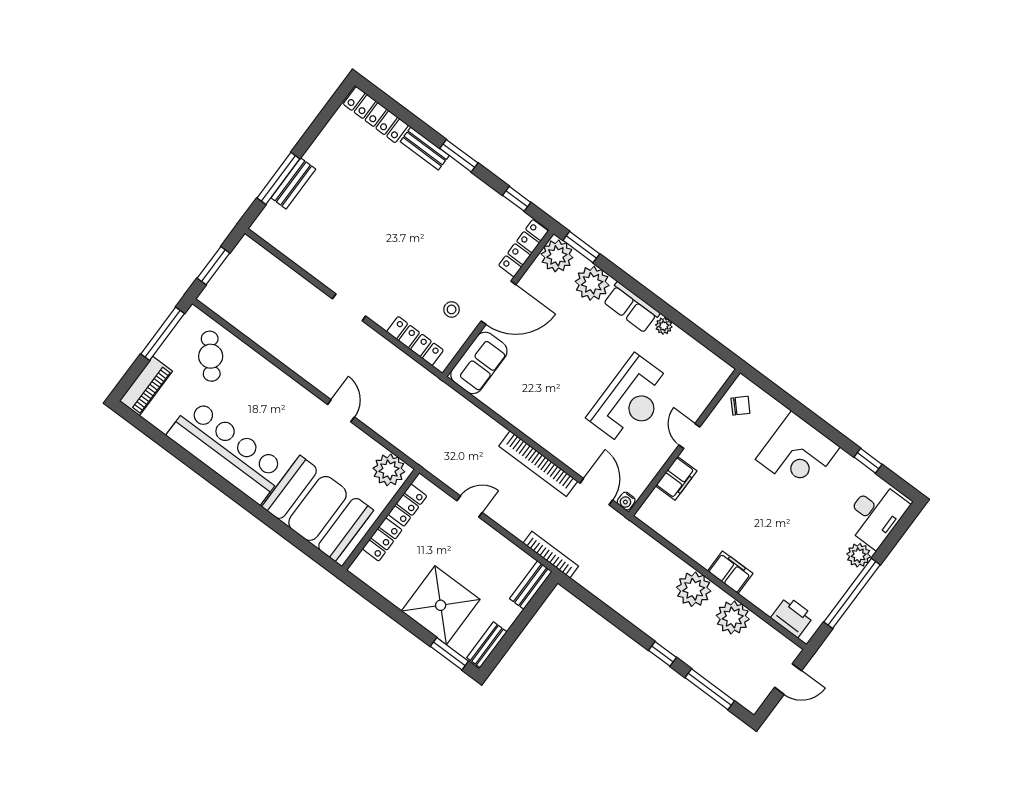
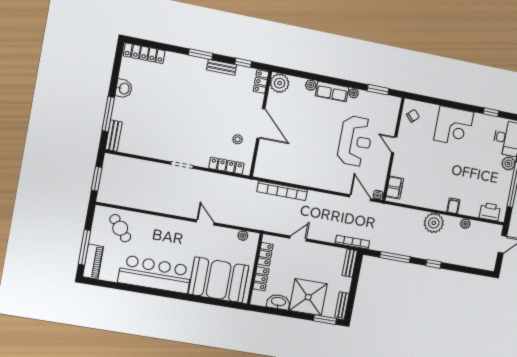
bench: (425, 148) -> (222, 67), moved
washbasin: (320, 152) -> (124, 89), added
bench: (293, 183) -> (114, 136), moved
window: (581, 247) -> (378, 90), moved
locker: (524, 248) -> (261, 82), width x0.66
plant: (592, 283) -> (311, 85), width x0.53, depth x0.53
door: (499, 303) -> (261, 123), hinge flipped
window: (163, 334) -> (84, 247), moved
sofa: (479, 363) -> (266, 161), removed
bookcase: (538, 464) -> (282, 191), moved
plant: (389, 470) -> (243, 236), width x0.53, depth x0.53
filing cabinet: (676, 478) -> (395, 188), moved
filing cabinet: (730, 572) -> (453, 206), width x0.50
washbasin: (391, 589) -> (278, 302), added
plant: (733, 617) -> (465, 224), width x0.53, depth x0.53
window: (710, 689) -> (395, 257), moved

